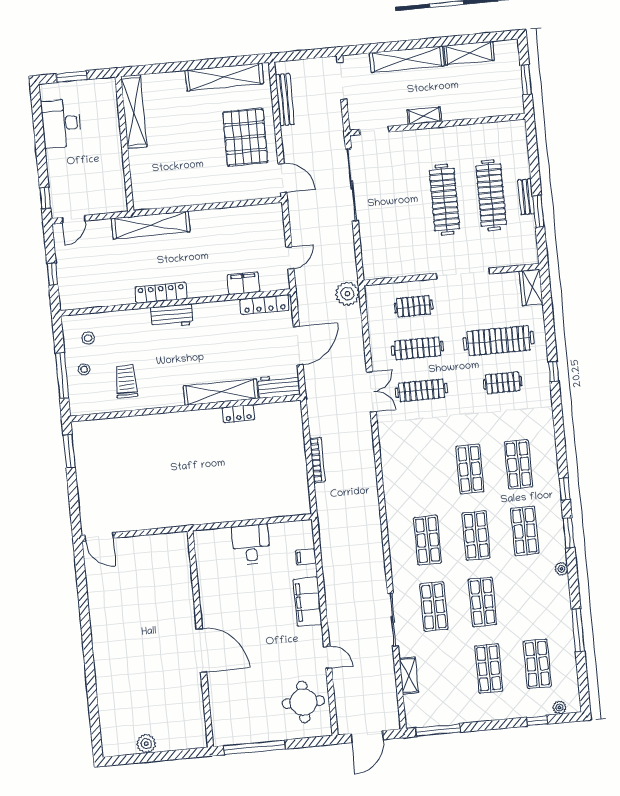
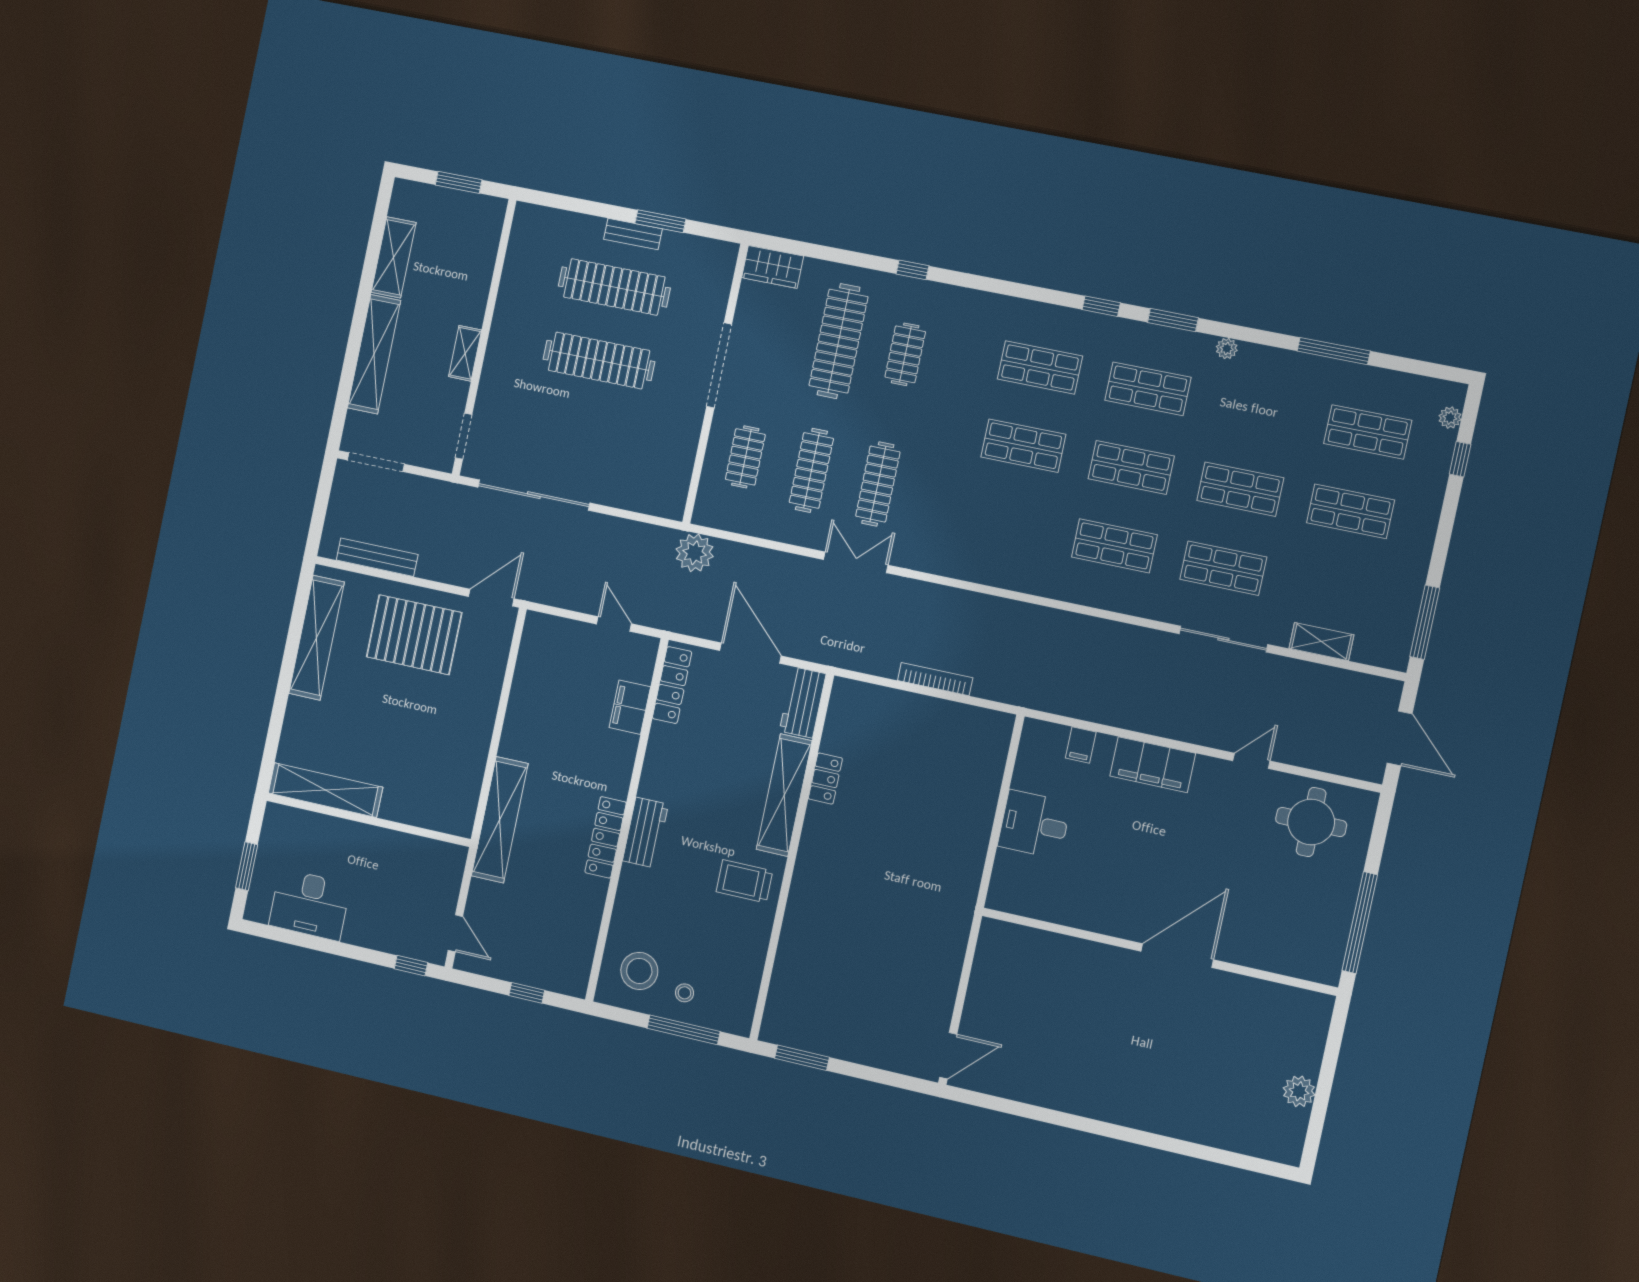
stool: (88, 338) -> (639, 971), width x1.89, depth x1.89
trolley: (126, 381) -> (744, 881), moved

